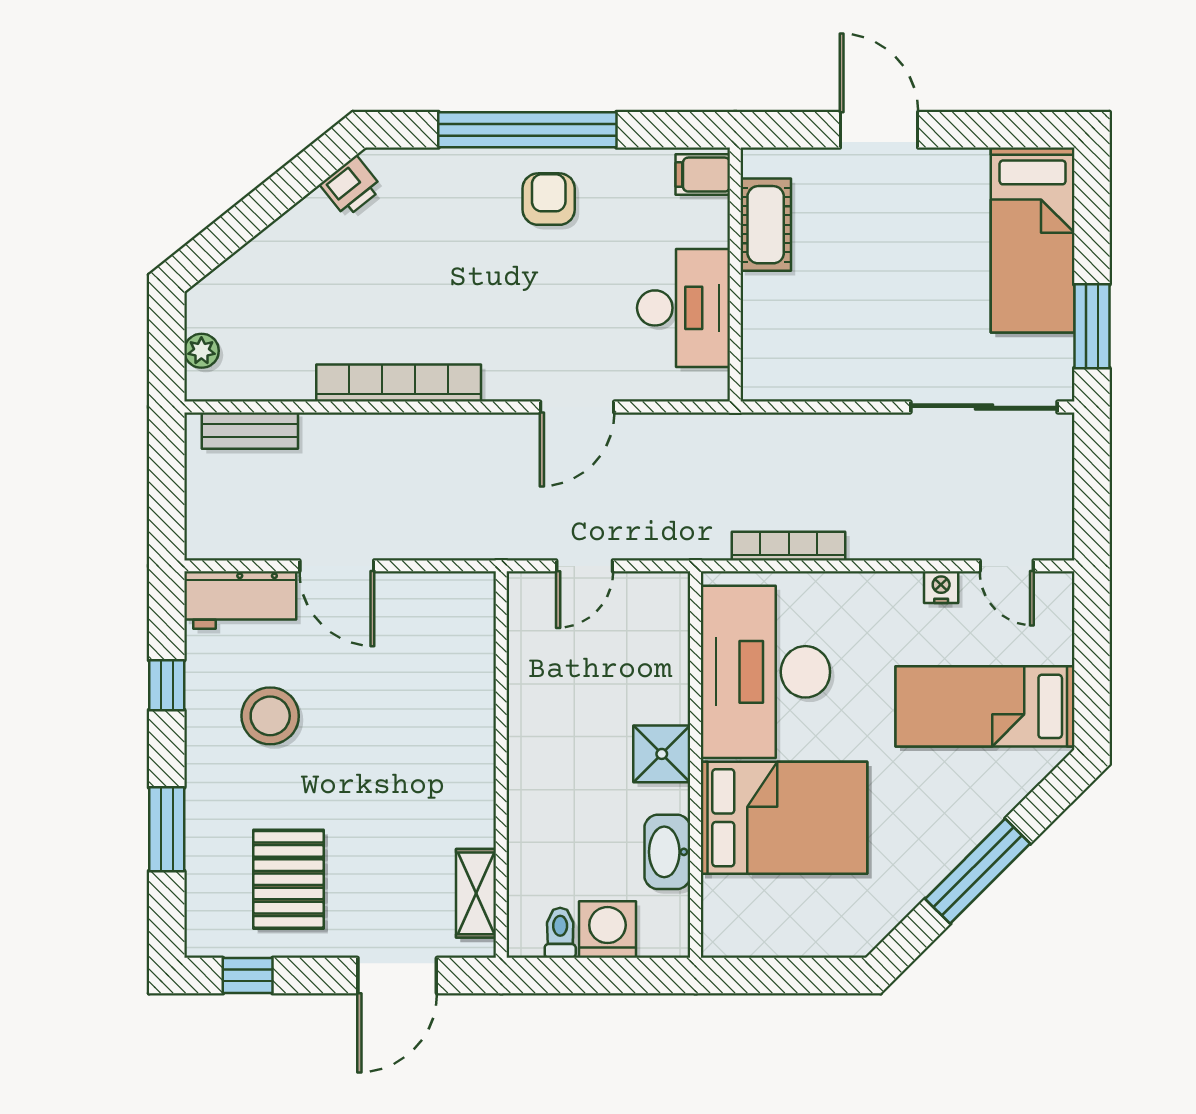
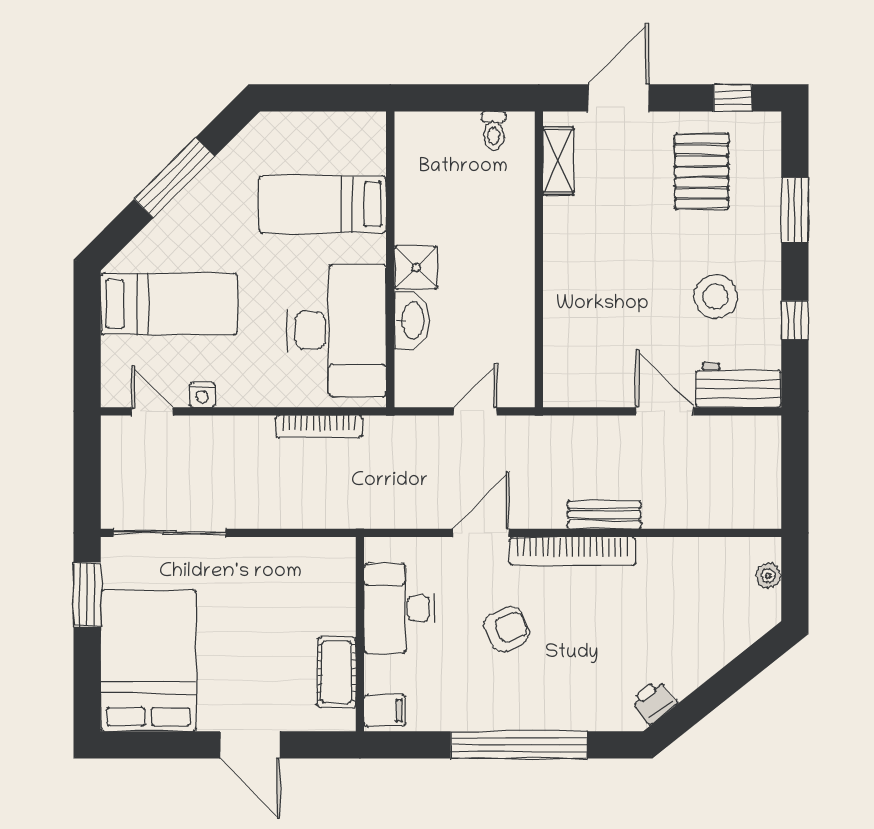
armchair: (549, 199) -> (507, 629), moved, turned -113
bed: (1033, 240) -> (148, 661), width x1.50
bookcase: (399, 383) -> (572, 551), moved
bench: (250, 431) -> (604, 515), moved
bed: (784, 818) -> (323, 204), width x0.67
washbasin: (667, 852) -> (412, 321), moved
washing machine: (607, 930) -> (458, 133), removed

